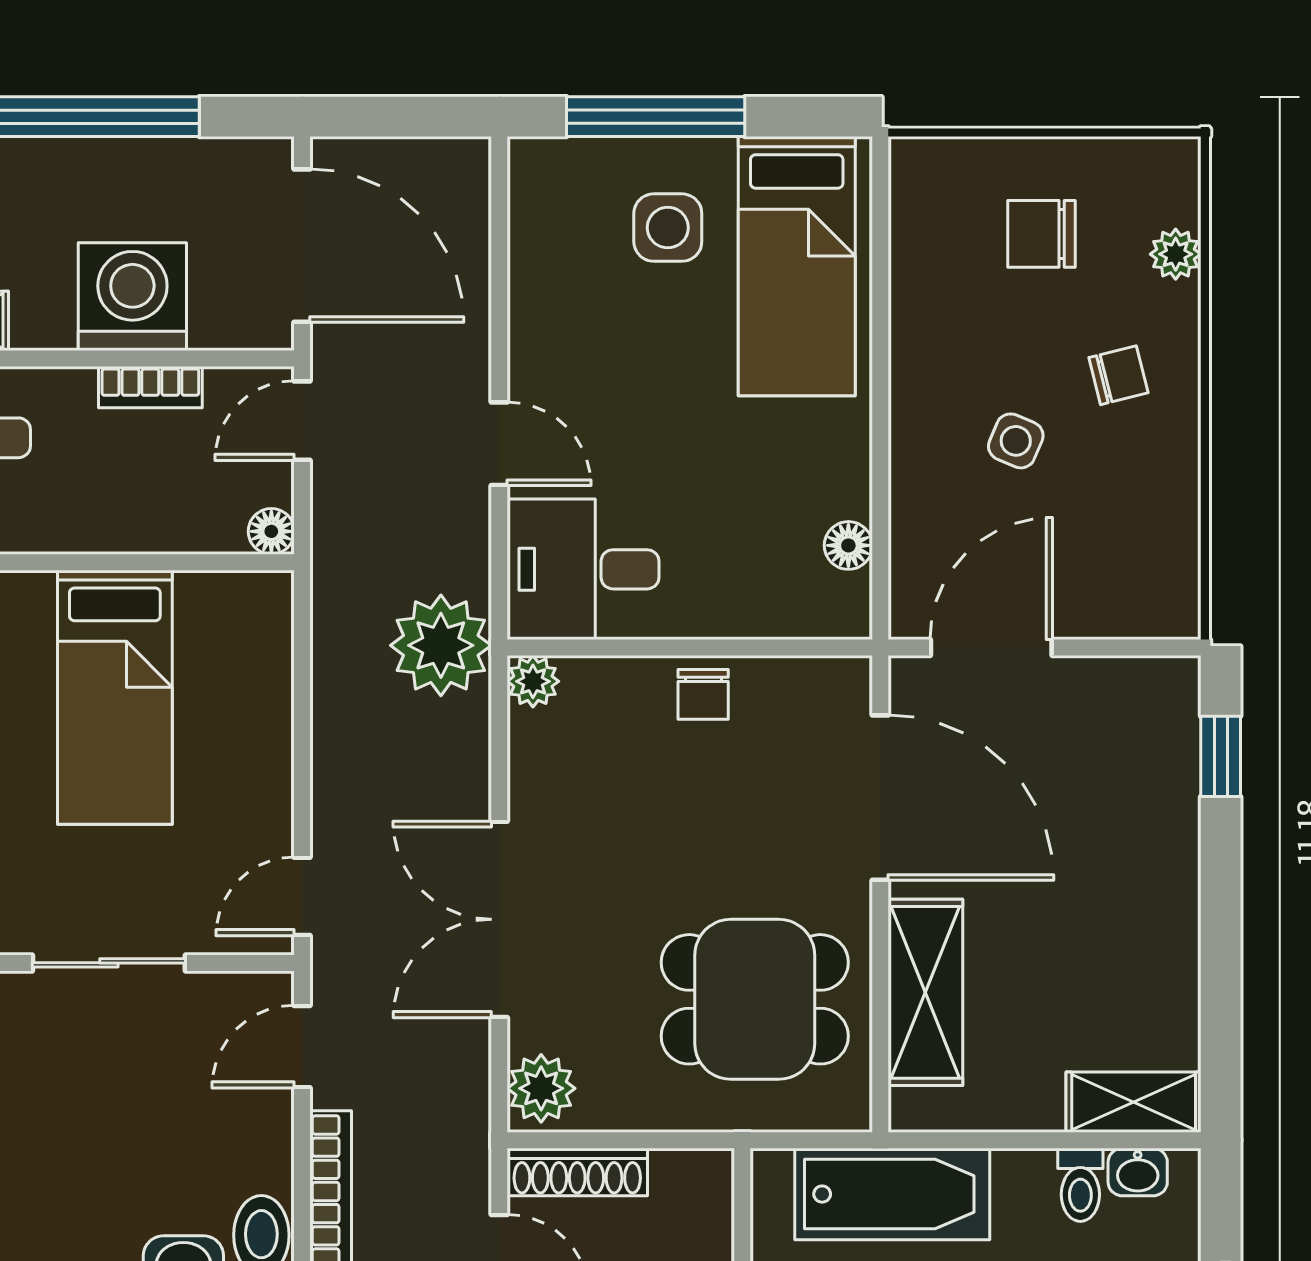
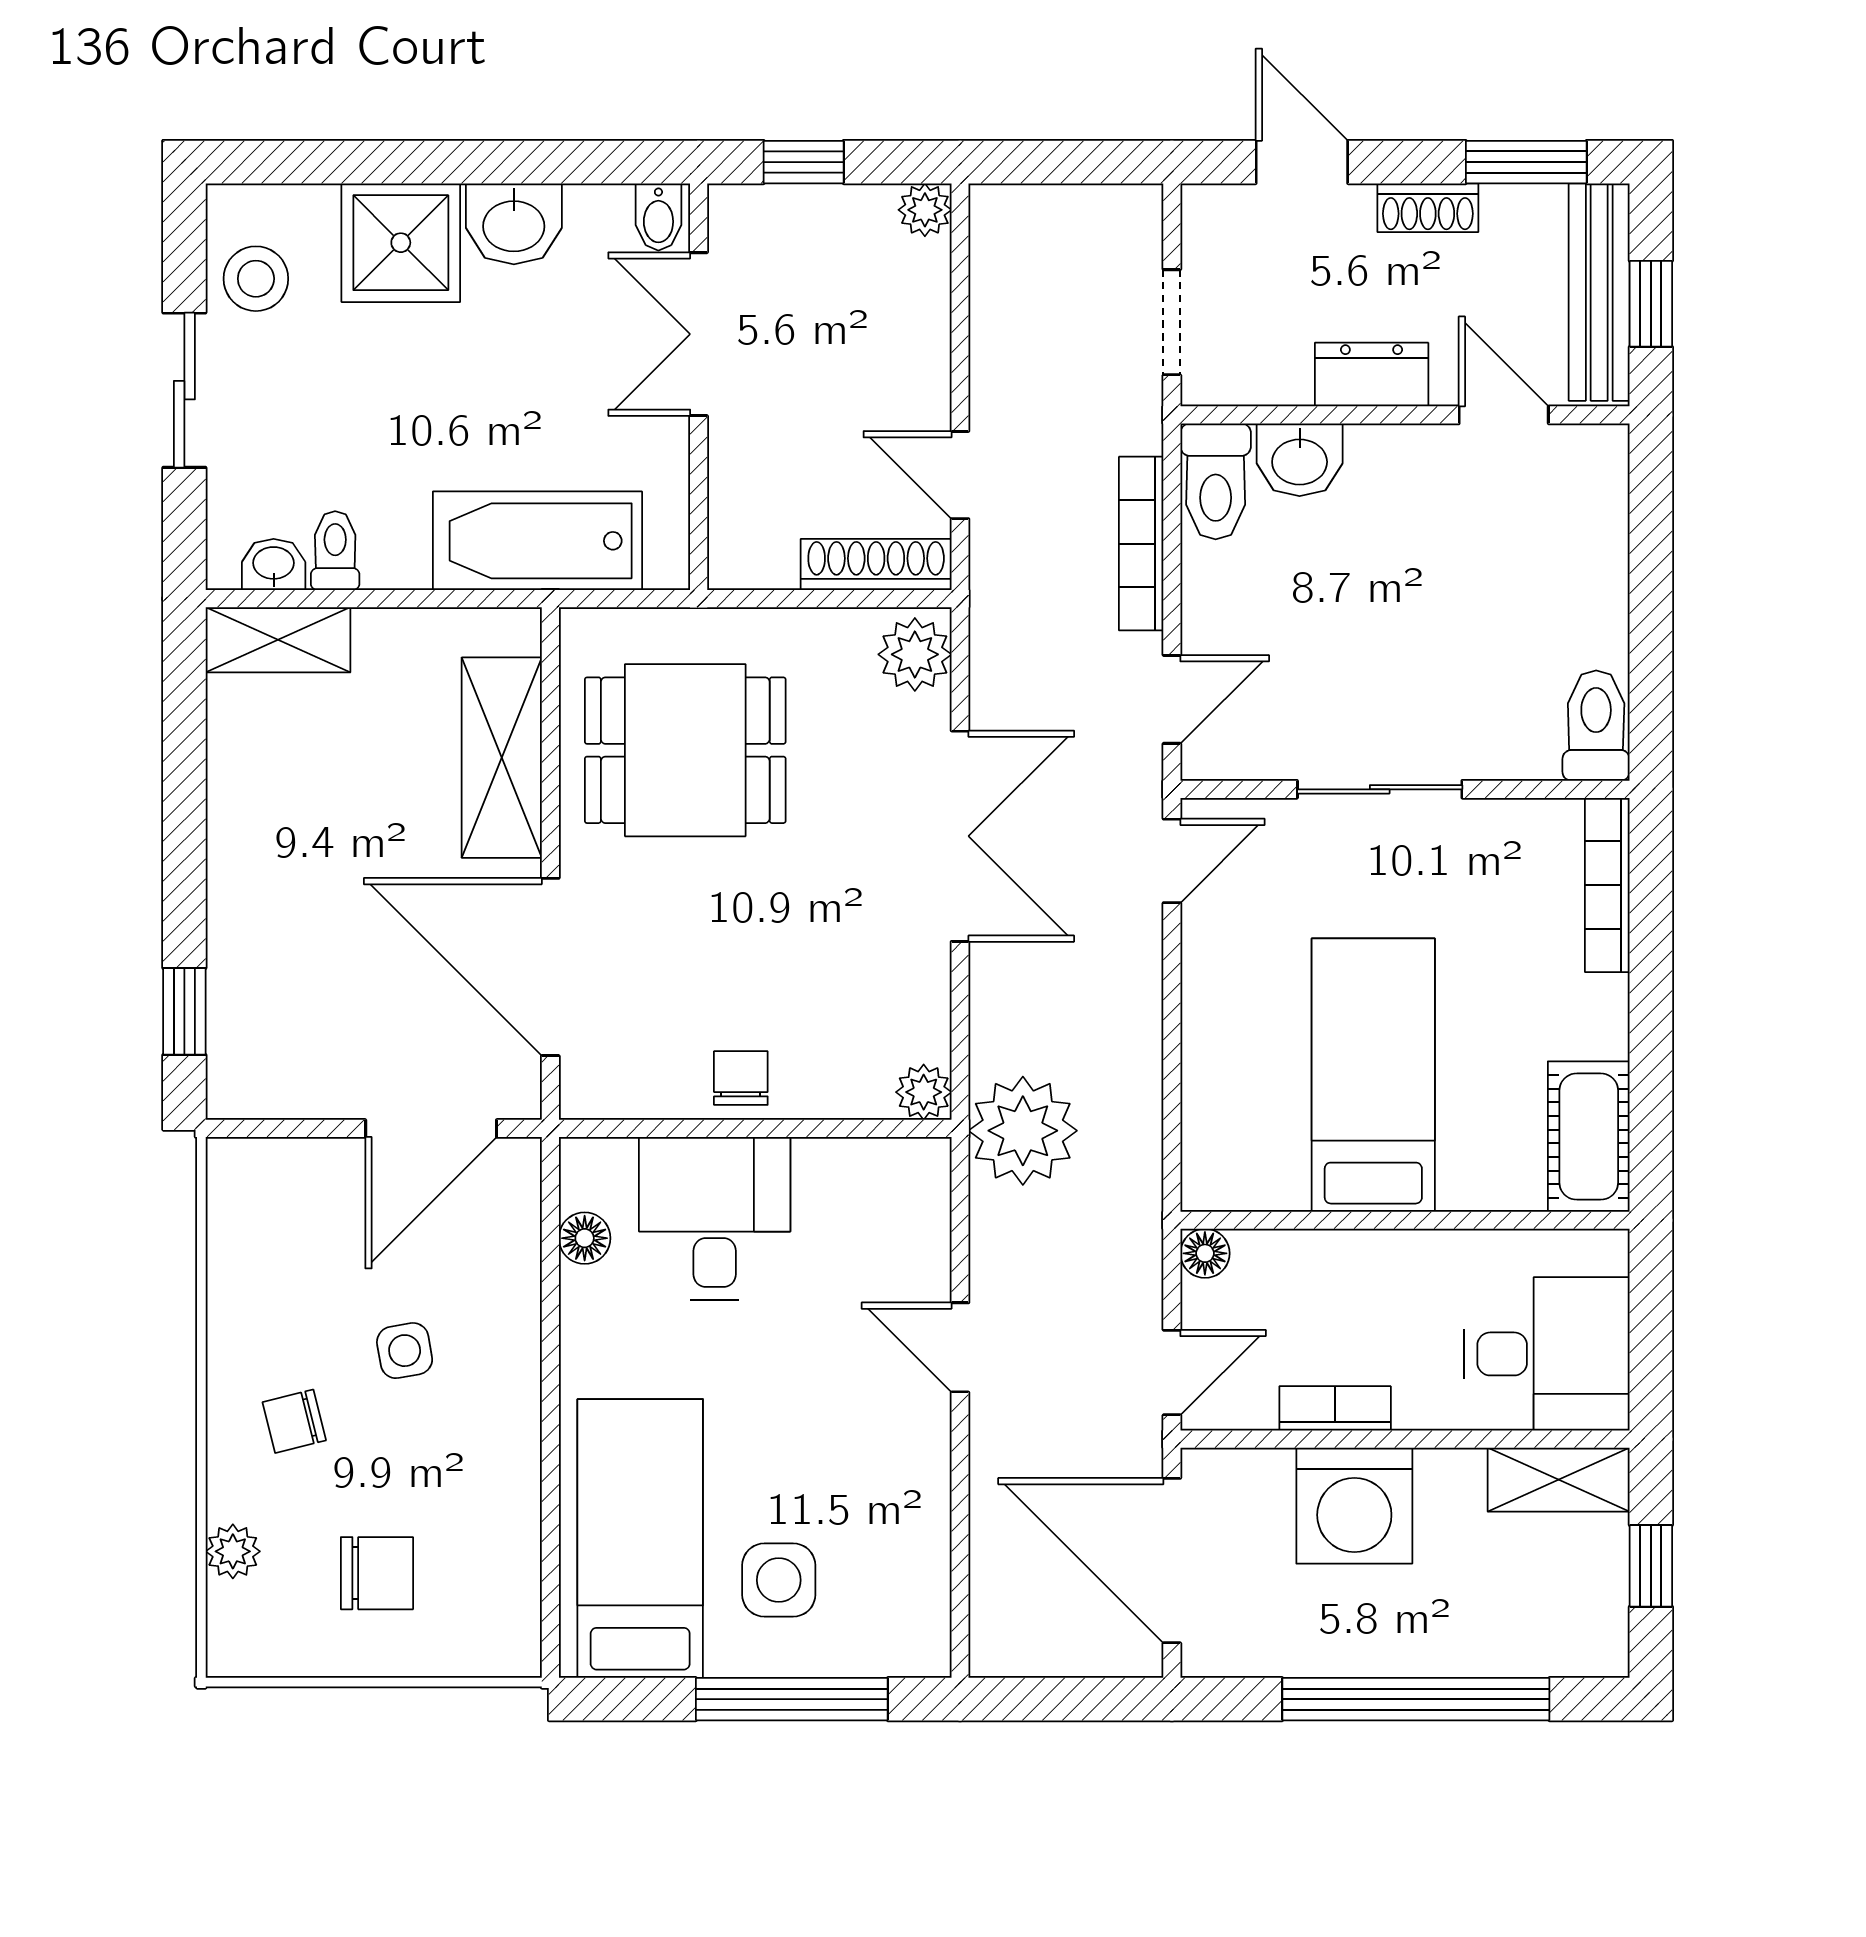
side table: (1016, 441) -> (405, 1351), turned -33
desk: (583, 569) -> (715, 1218), moved, turned -90

